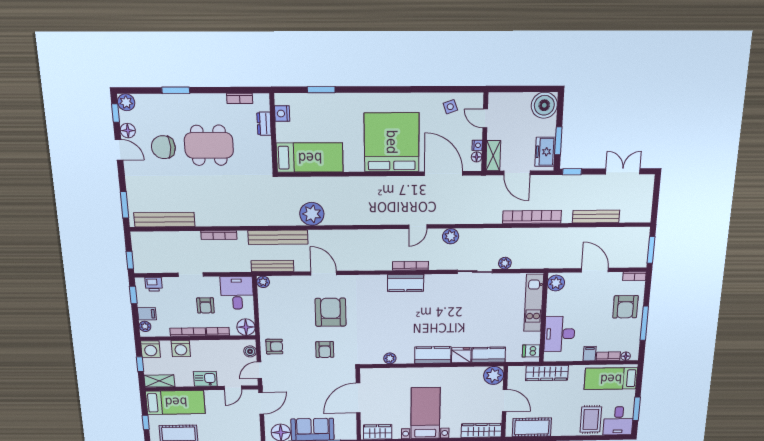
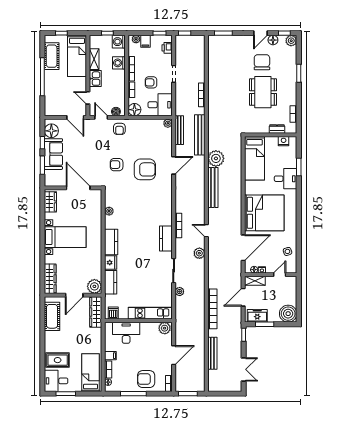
desk: (340, 110) -> (286, 179), added
bench: (164, 220) -> (213, 187), moved
kitchen counter: (406, 283) -> (166, 238), moved
wardrobe: (547, 373) -> (96, 312), moved
shelving: (159, 381) -> (94, 59), moved

